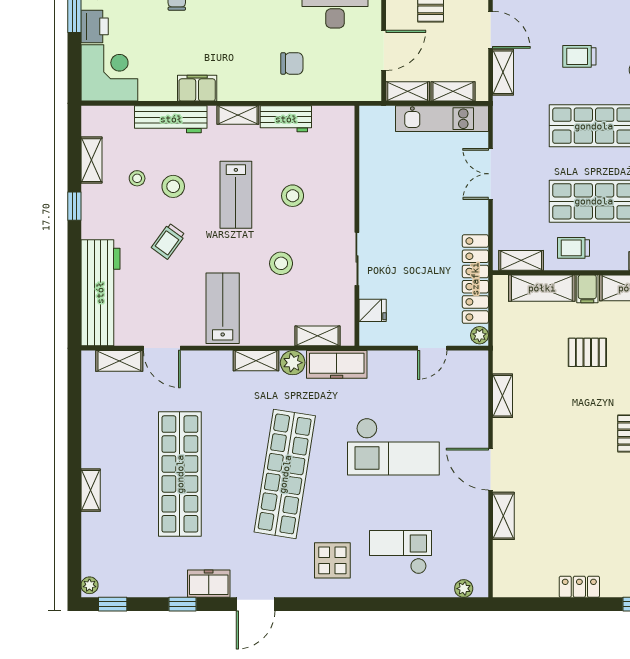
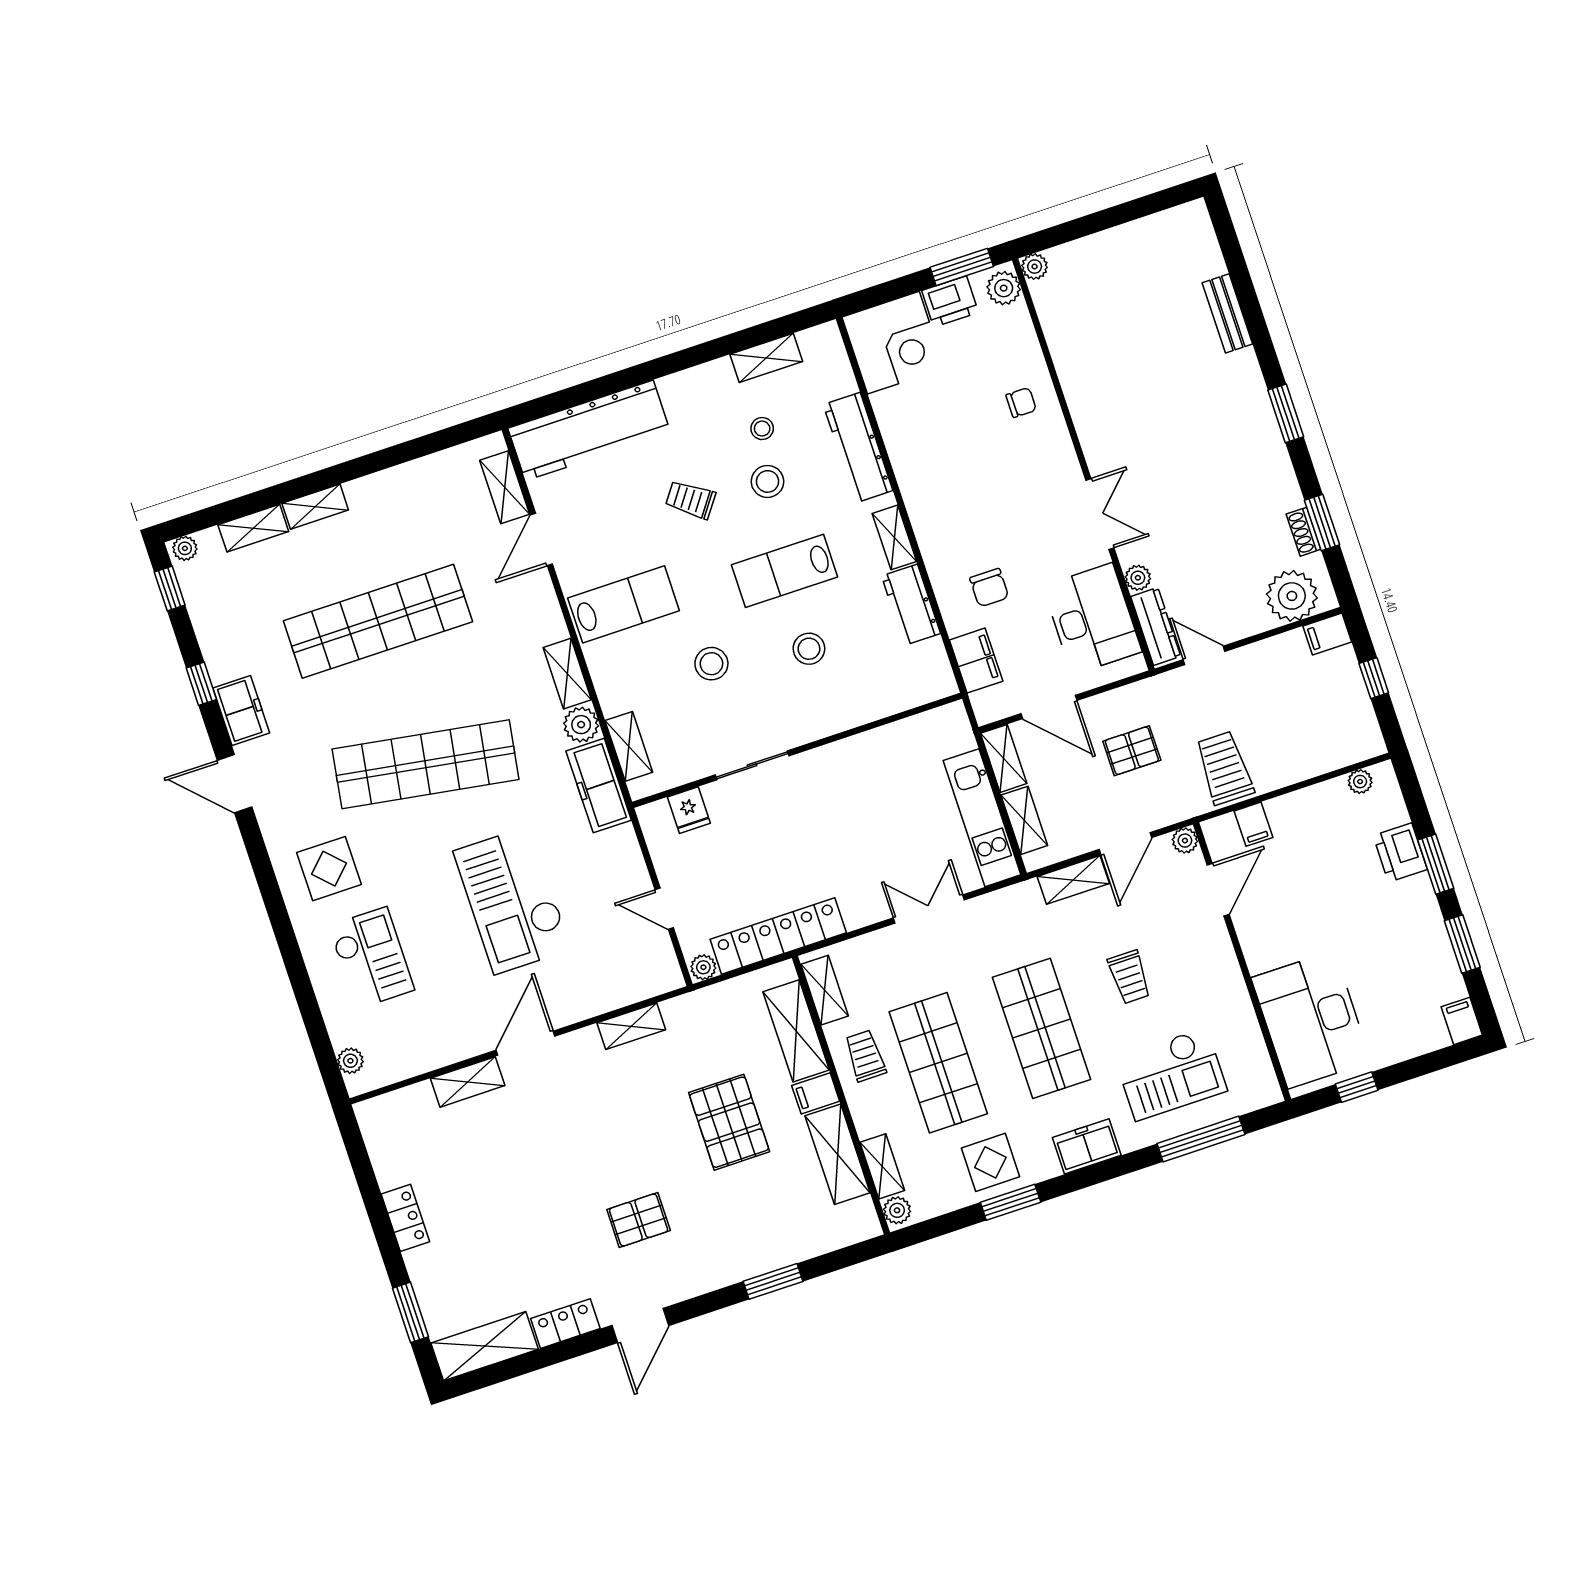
trolley: (579, 56) -> (1129, 977), turned 180
filing cabinet: (197, 88) -> (976, 661), moved
window: (74, 206) -> (696, 355), removed
pallet: (587, 352) -> (729, 1122), width x1.50, depth x1.42
shelving: (91, 536) -> (253, 528), added

